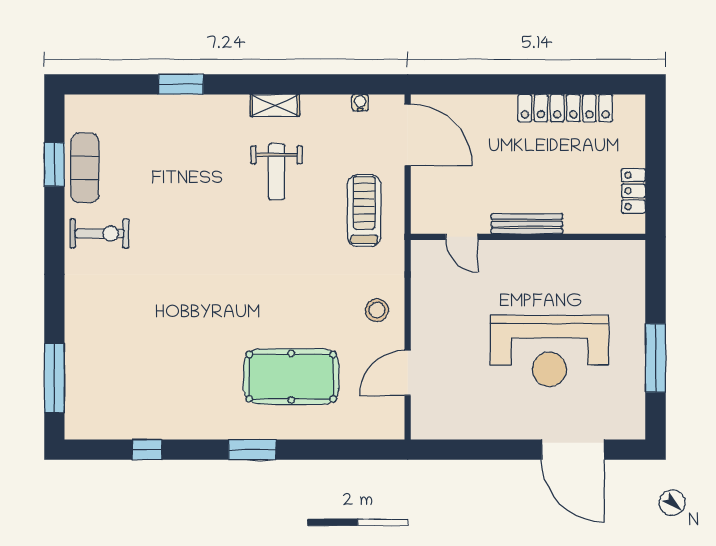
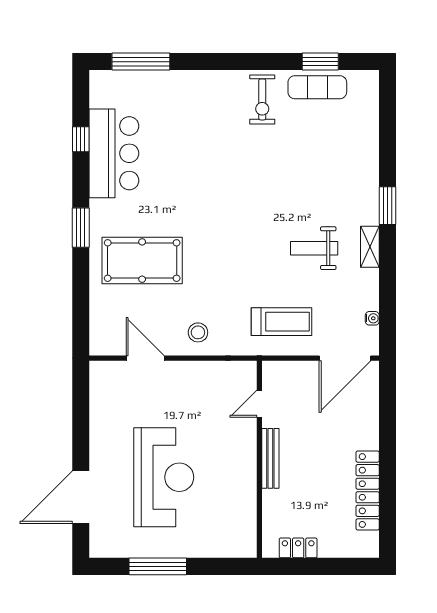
window: (181, 84) -> (388, 206), moved
reception desk: (549, 351) -> (164, 477), turned 180
pool table: (291, 377) -> (142, 261), turned 90
bar counter: (164, 410) -> (114, 153), added

